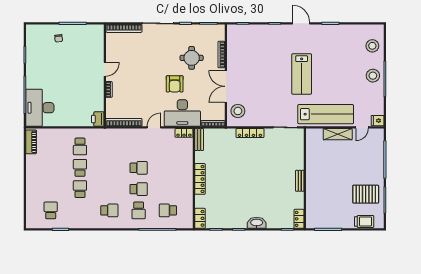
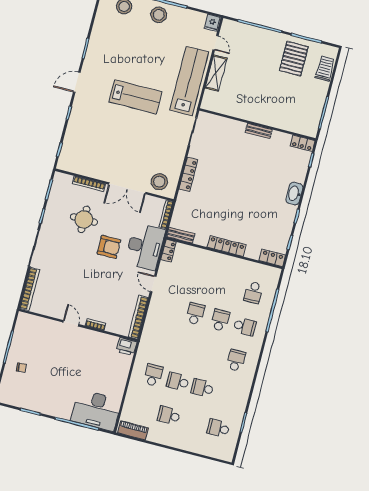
school desk: (80, 146) -> (153, 375), turned -90
school desk: (51, 168) -> (169, 416), added

